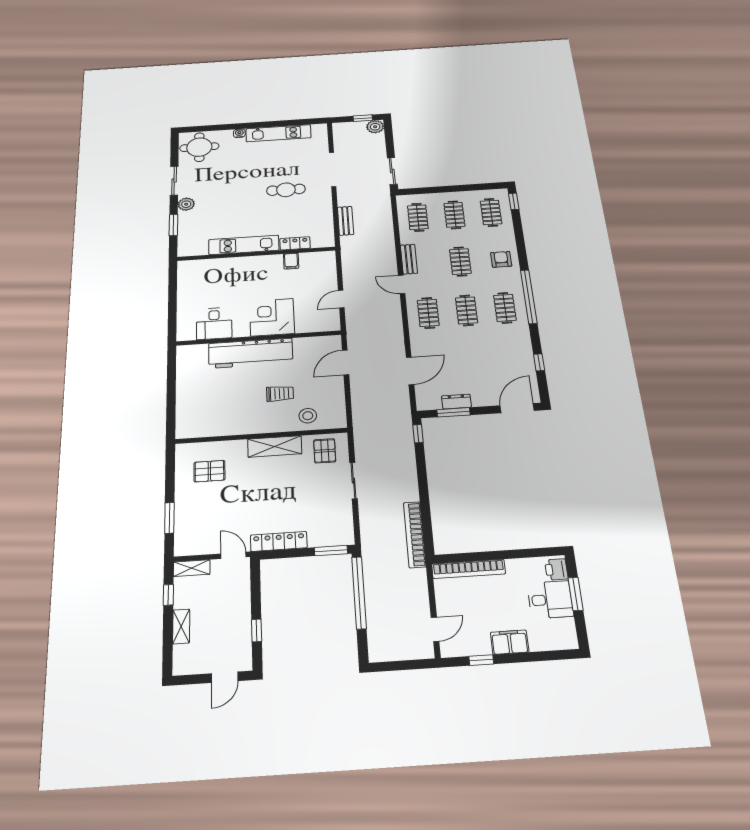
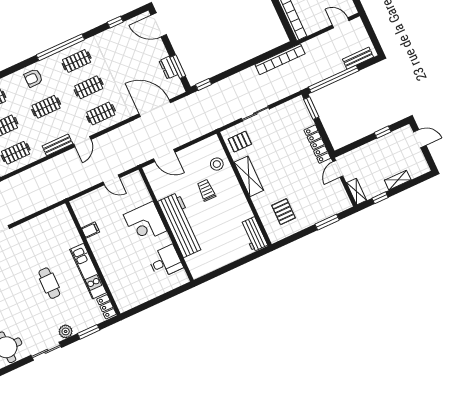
cafe table: (286, 190) -> (49, 283), moved
bench: (346, 221) -> (358, 58), moved
locker: (295, 243) -> (107, 307), moved
door: (410, 371) -> (155, 108), width x1.36
workbench: (198, 428) -> (254, 234), added

